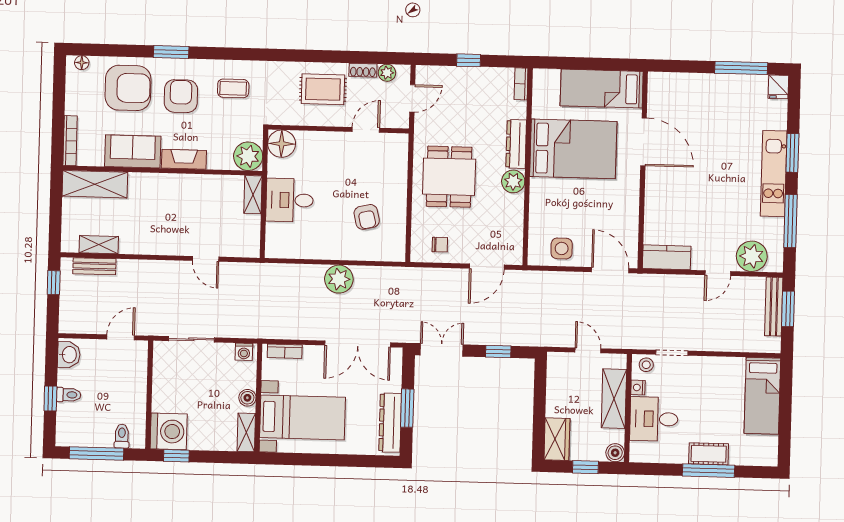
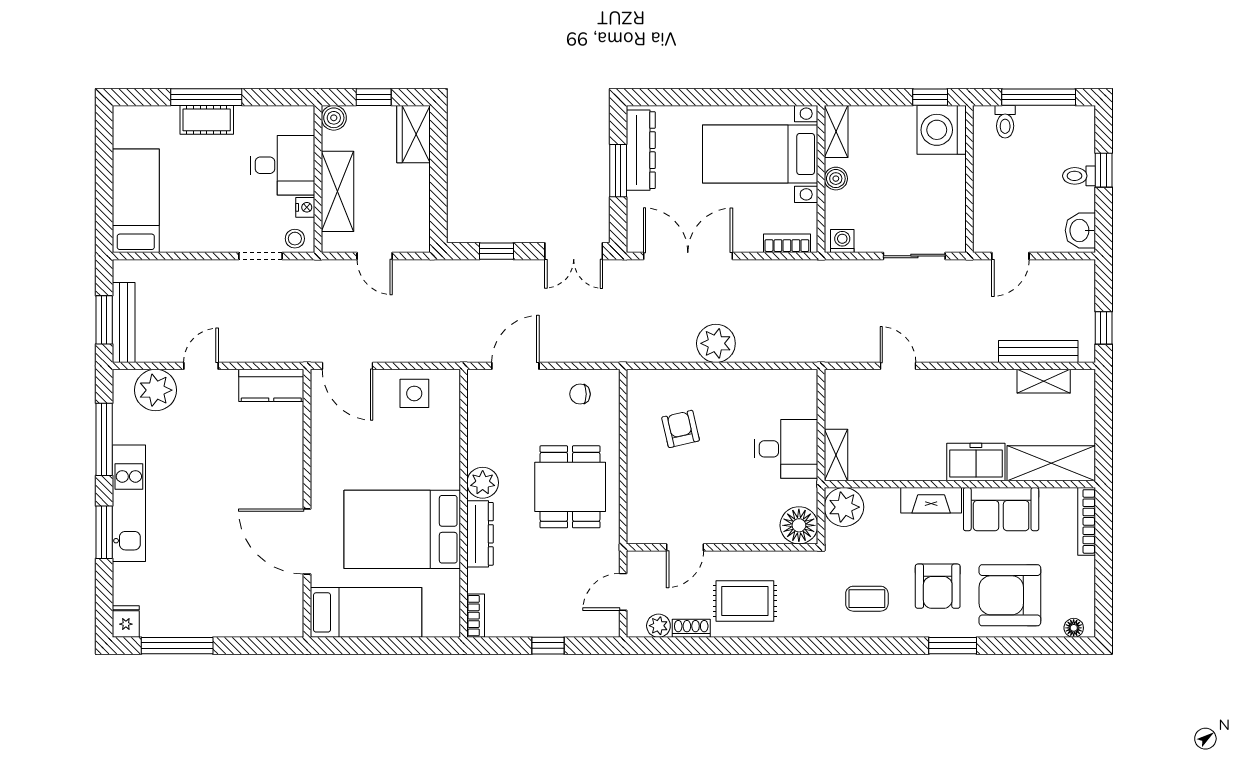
freezer: (150, 187) -> (976, 462), added
bench: (94, 266) -> (1038, 352), width x1.36

